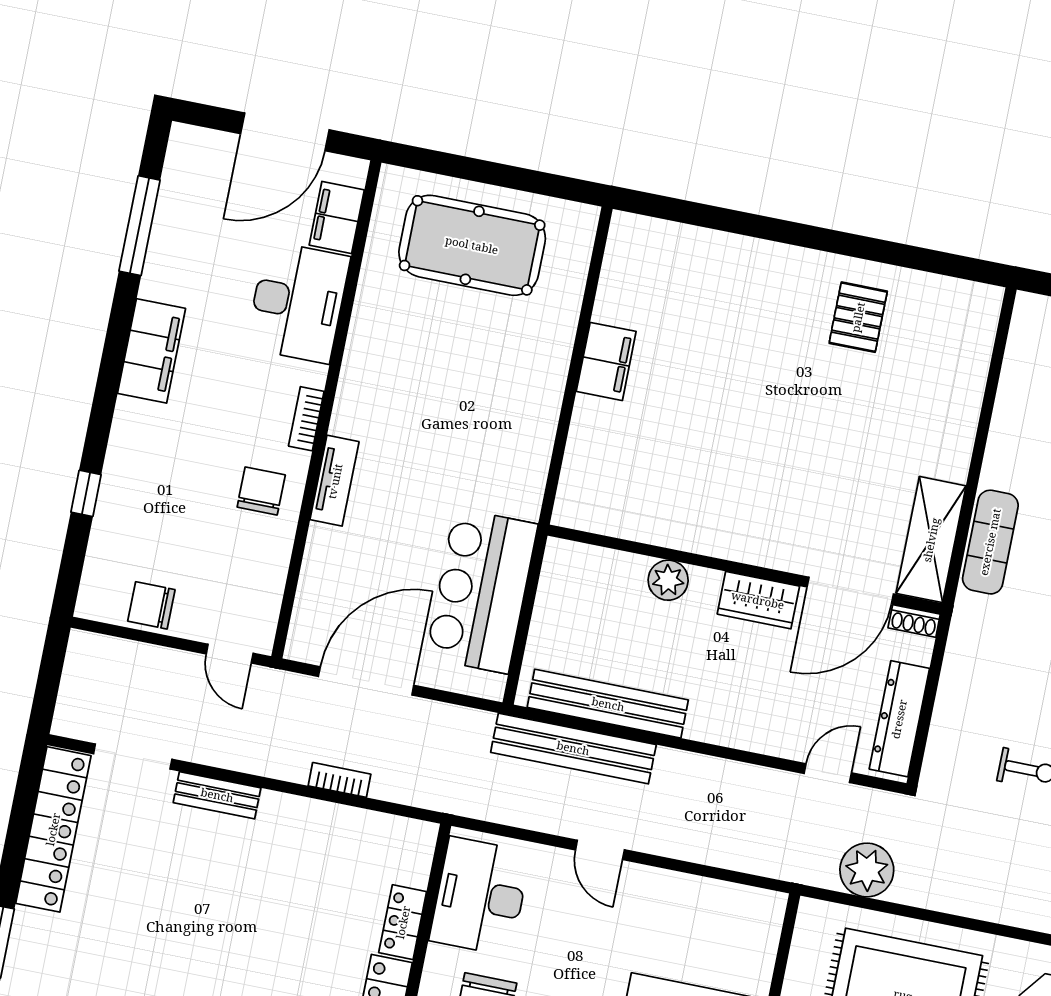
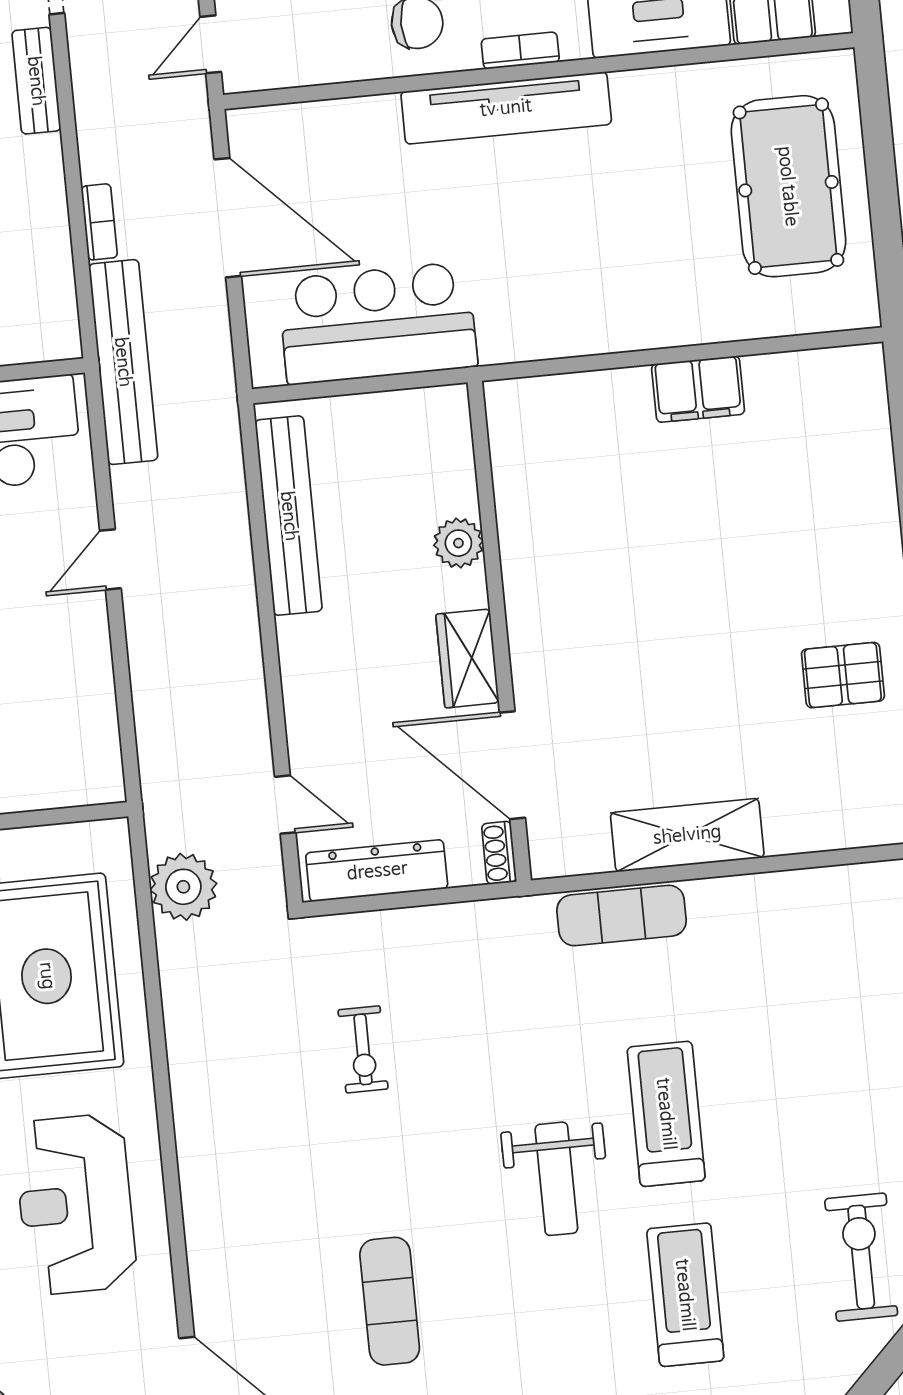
tv unit: (335, 481) -> (506, 108), width x1.92, depth x1.29
shelving: (931, 540) -> (687, 835), moved
bench: (573, 748) -> (123, 362), moved

